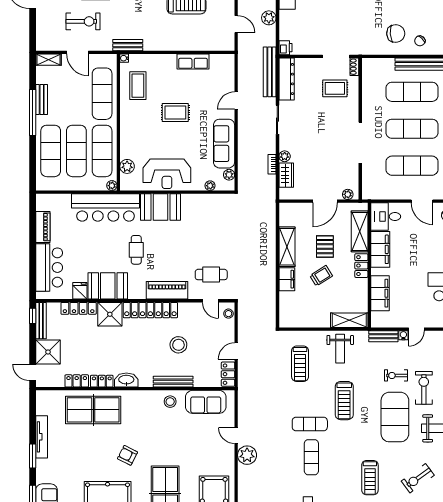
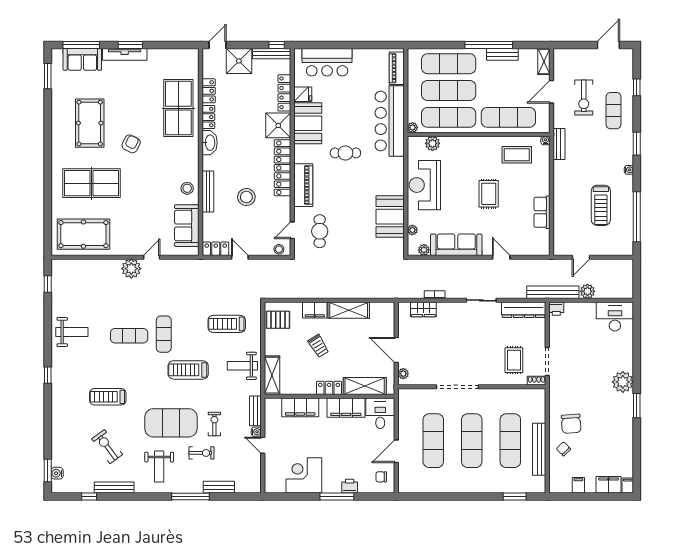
bench: (270, 72) -> (553, 292), moved
plant: (285, 156) -> (443, 308), removed
booth: (161, 207) -> (390, 217), moved
piano: (43, 227) -> (397, 68), moved, turned 90
pallet: (325, 247) -> (278, 320), moved
exercise bike: (424, 388) -> (202, 453), width x0.73, depth x0.72
tv unit: (42, 437) -> (125, 54), moved

